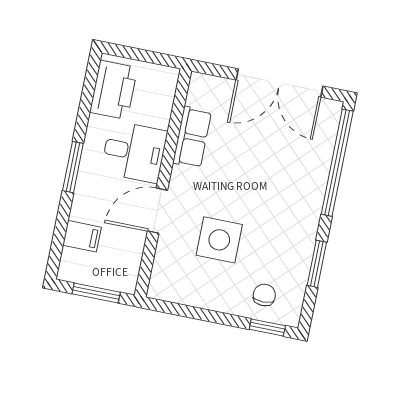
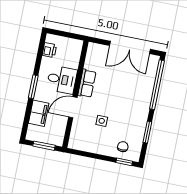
printer: (114, 90) -> (49, 50), width x0.53, depth x0.68
row of seats: (192, 137) -> (87, 83), moved
filing cabinet: (82, 236) -> (39, 113), width x2.00
side table: (219, 240) -> (102, 121), width x0.54, depth x0.54

